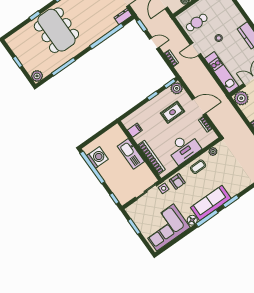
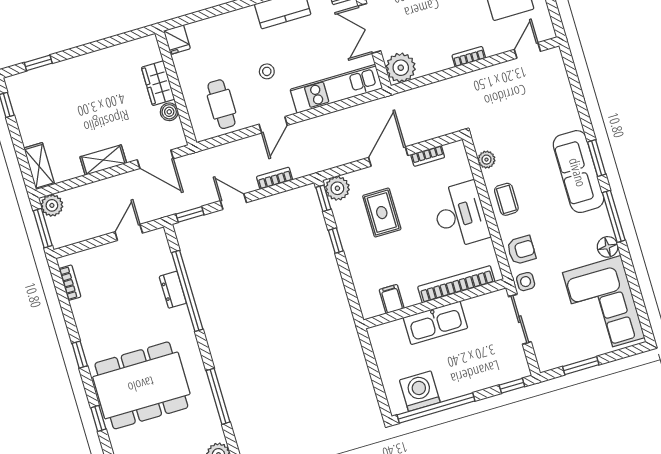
dresser: (123, 17) -> (173, 290), moved
door: (154, 43) -> (233, 202), hinge flipped
sofa: (211, 203) -> (578, 172), moved

